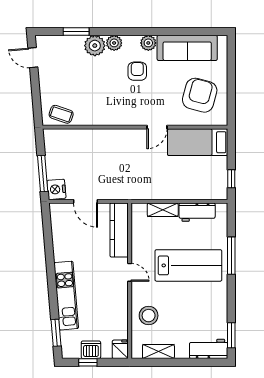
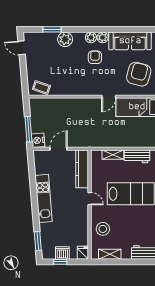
plant: (114, 43) -> (91, 37), moved
door: (85, 201) -> (59, 149), swing flipped
kitchen unit: (66, 296) -> (44, 198), moved

